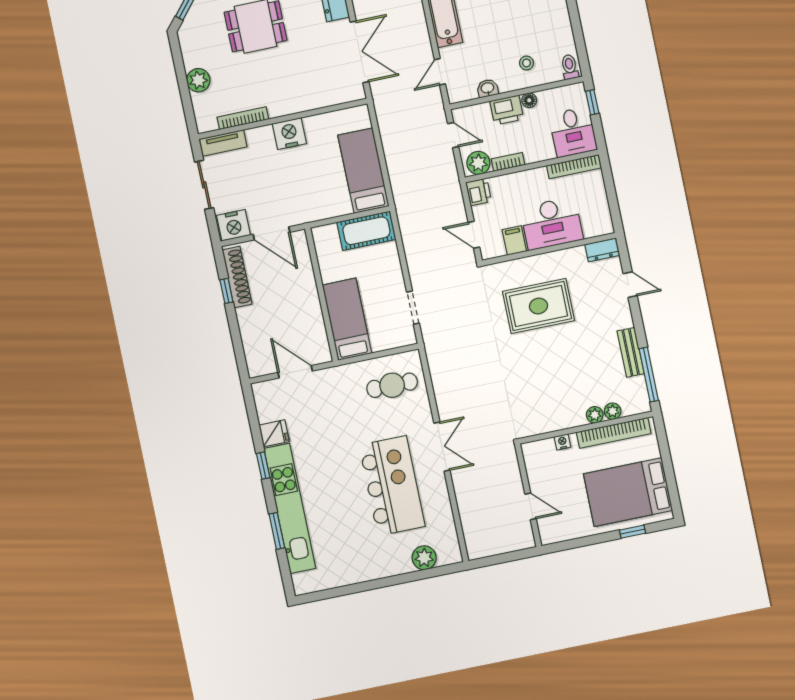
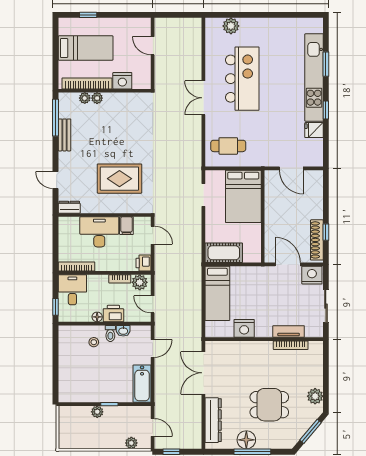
toilet: (570, 67) -> (110, 333), moved
plant: (198, 80) -> (315, 396), moved
nightstand: (289, 134) -> (244, 328), moved
tv unit: (223, 143) -> (289, 331), moved
bed: (347, 319) -> (243, 196), width x1.50
nightstand: (562, 442) -> (122, 81), width x1.89, depth x1.79
kitchen island: (392, 486) -> (242, 79), turned 180
bed: (628, 492) -> (86, 48), width x0.67

